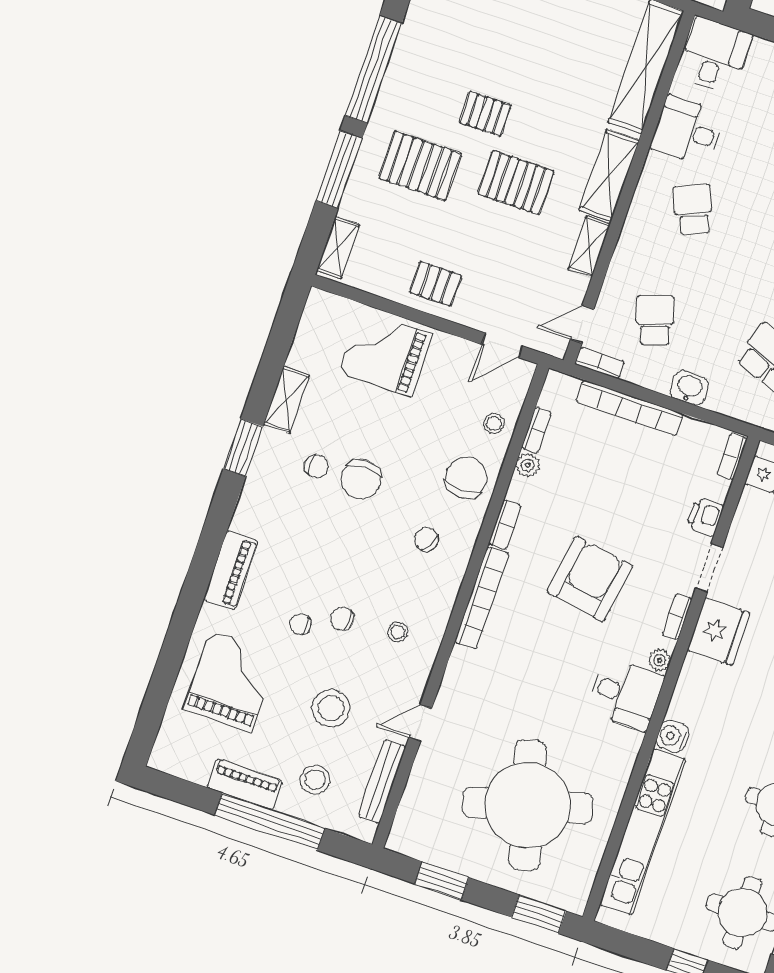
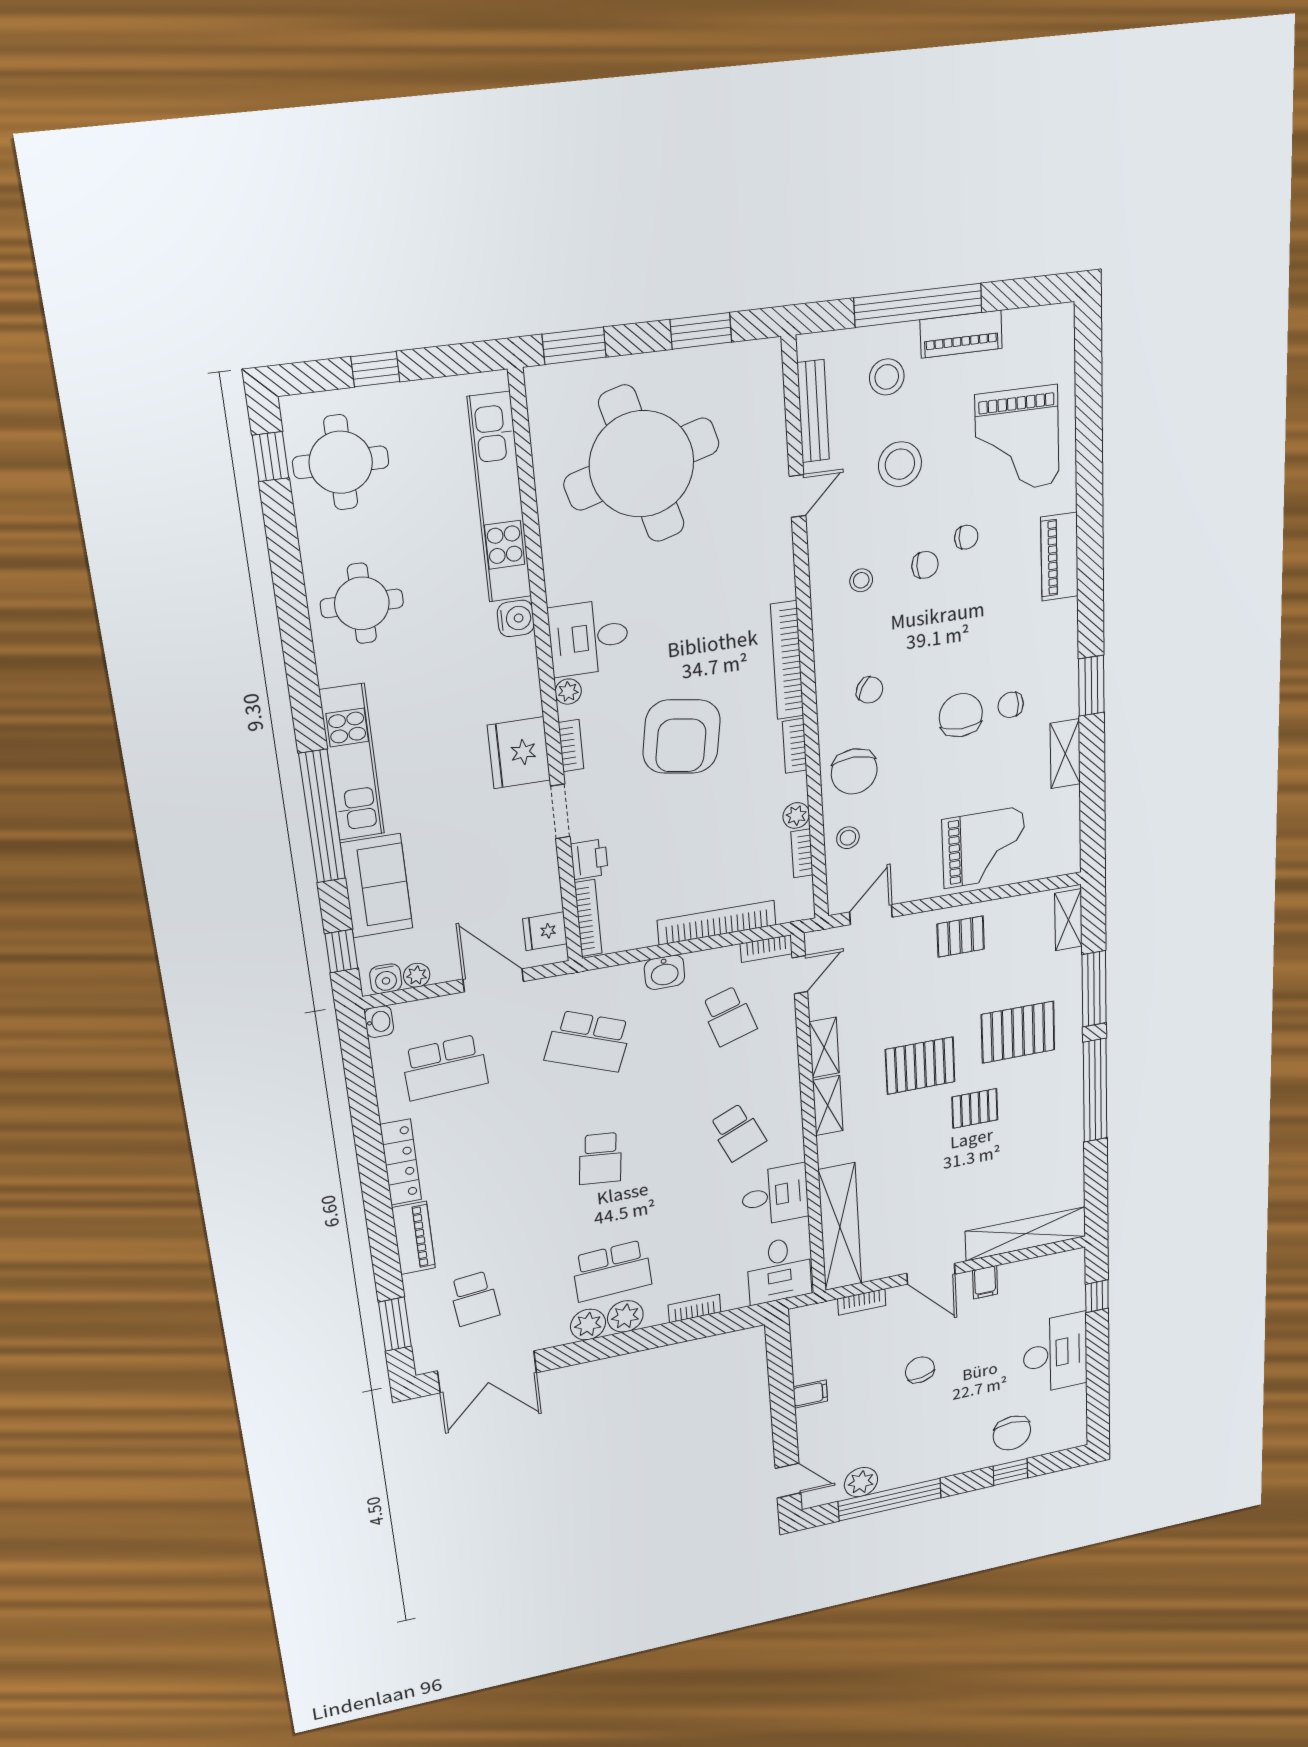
shelving: (609, 175) -> (828, 1105), width x0.67, depth x0.75
bookcase: (732, 456) -> (588, 918), width x1.56

